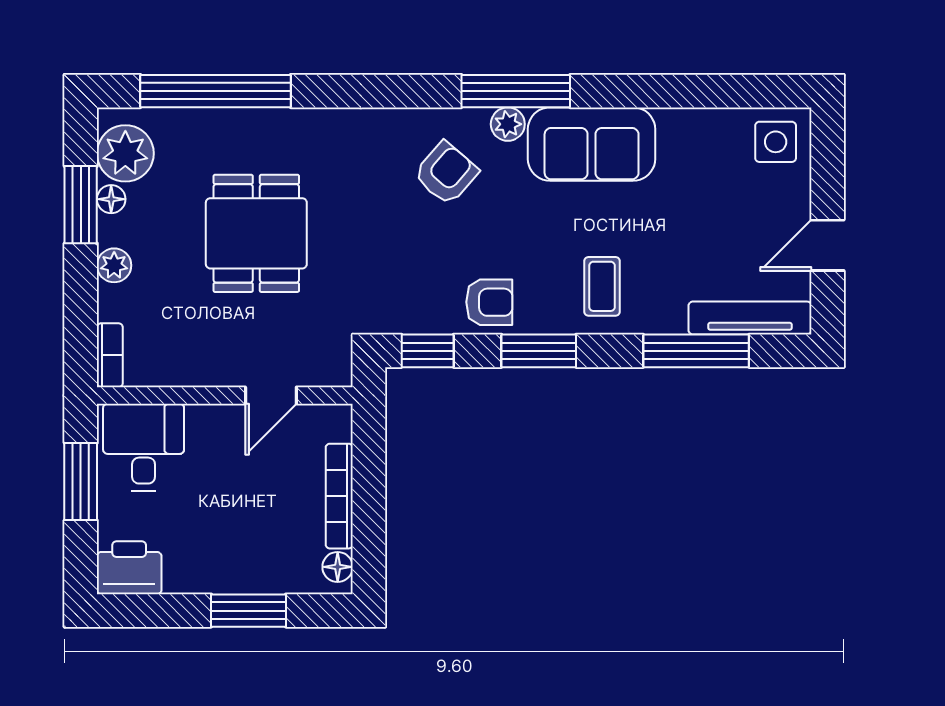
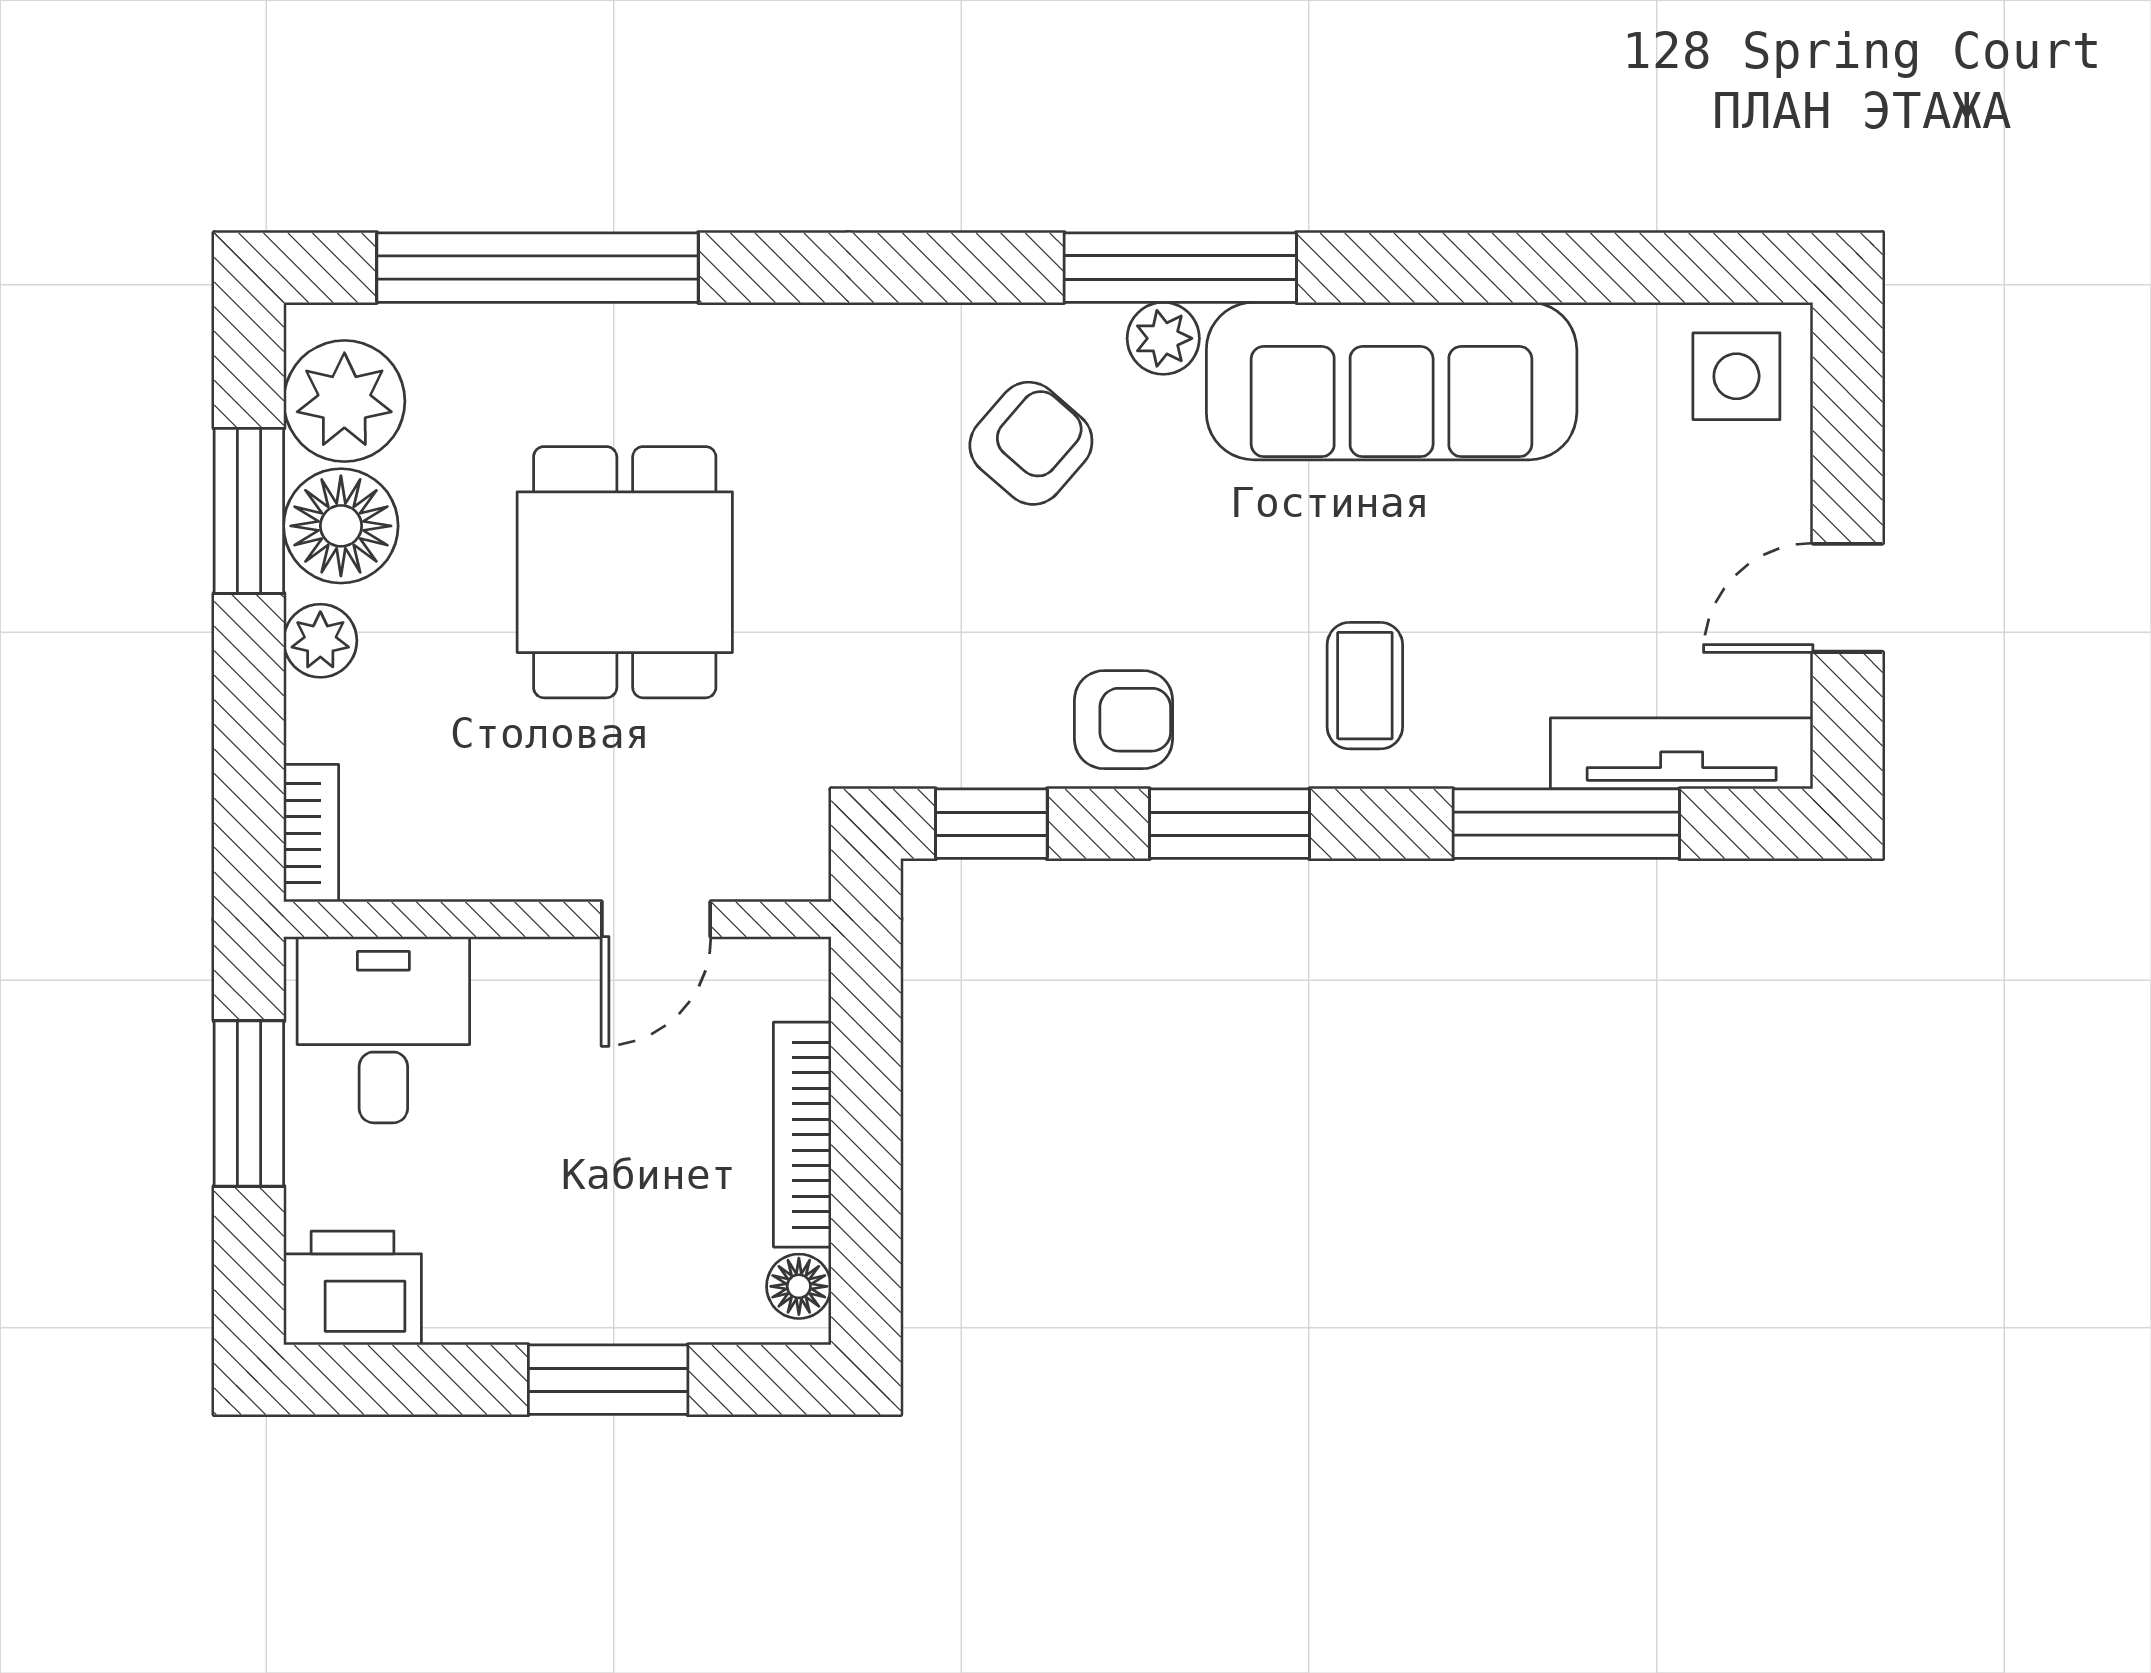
sofa: (592, 144) -> (1392, 381), width x1.36
floor lamp: (111, 199) -> (341, 526), width x1.89, depth x1.89

